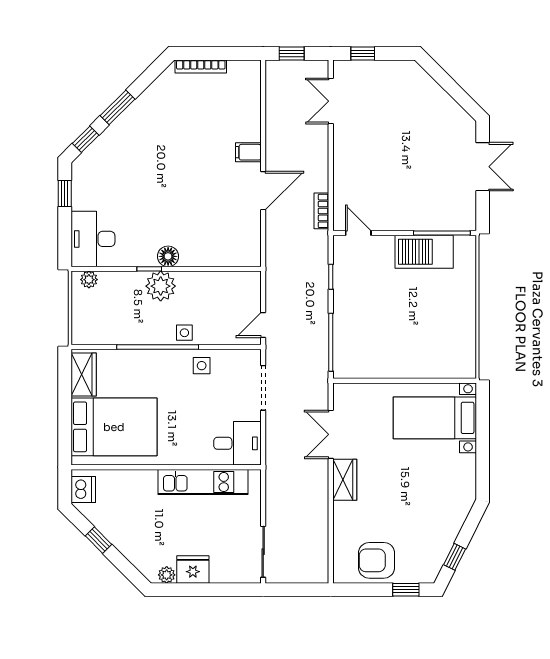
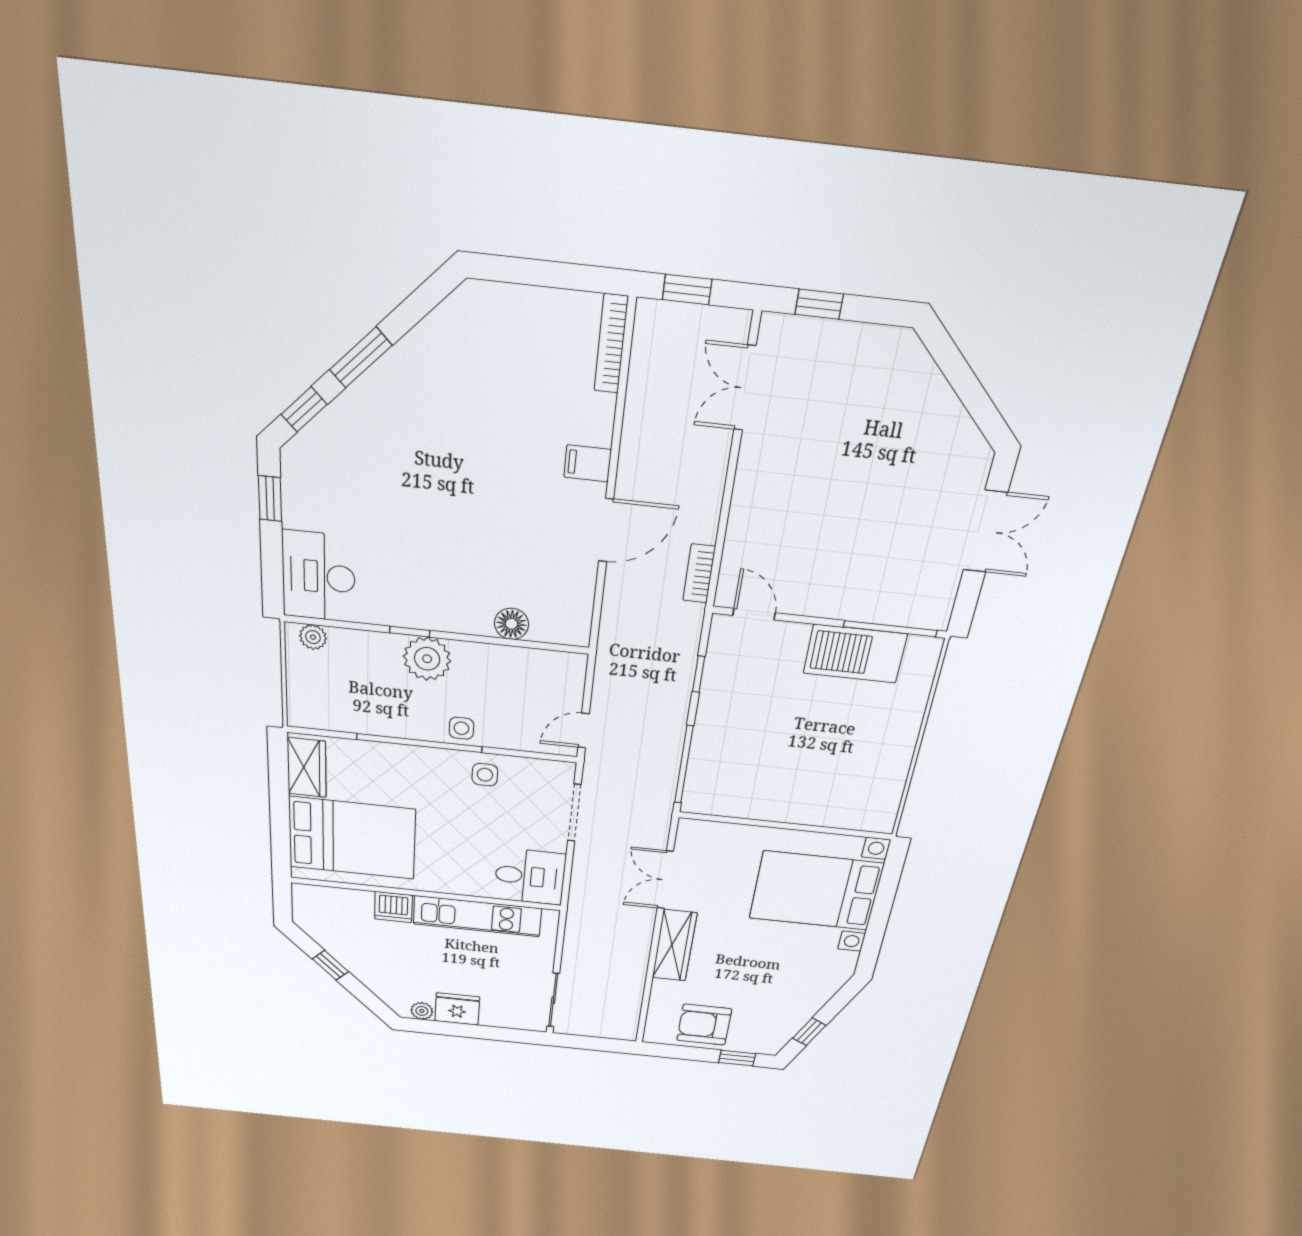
bookcase: (201, 66) -> (611, 344), moved, turned 90
floor lamp: (168, 256) -> (511, 624), moved
bed with nightstands: (435, 418) -> (816, 891), width x1.36
wardrobe: (345, 480) -> (674, 946), width x1.50
dishwasher: (83, 489) -> (393, 907), moved, turned 90

